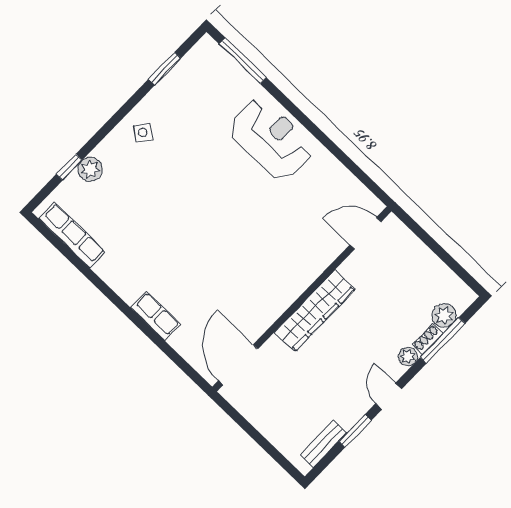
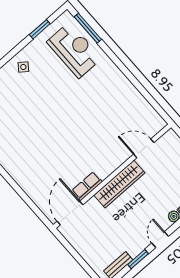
reception desk: (271, 139) -> (74, 50), moved
door: (366, 233) -> (144, 148), moved
row of seats: (156, 316) -> (87, 186), moved, turned -90

